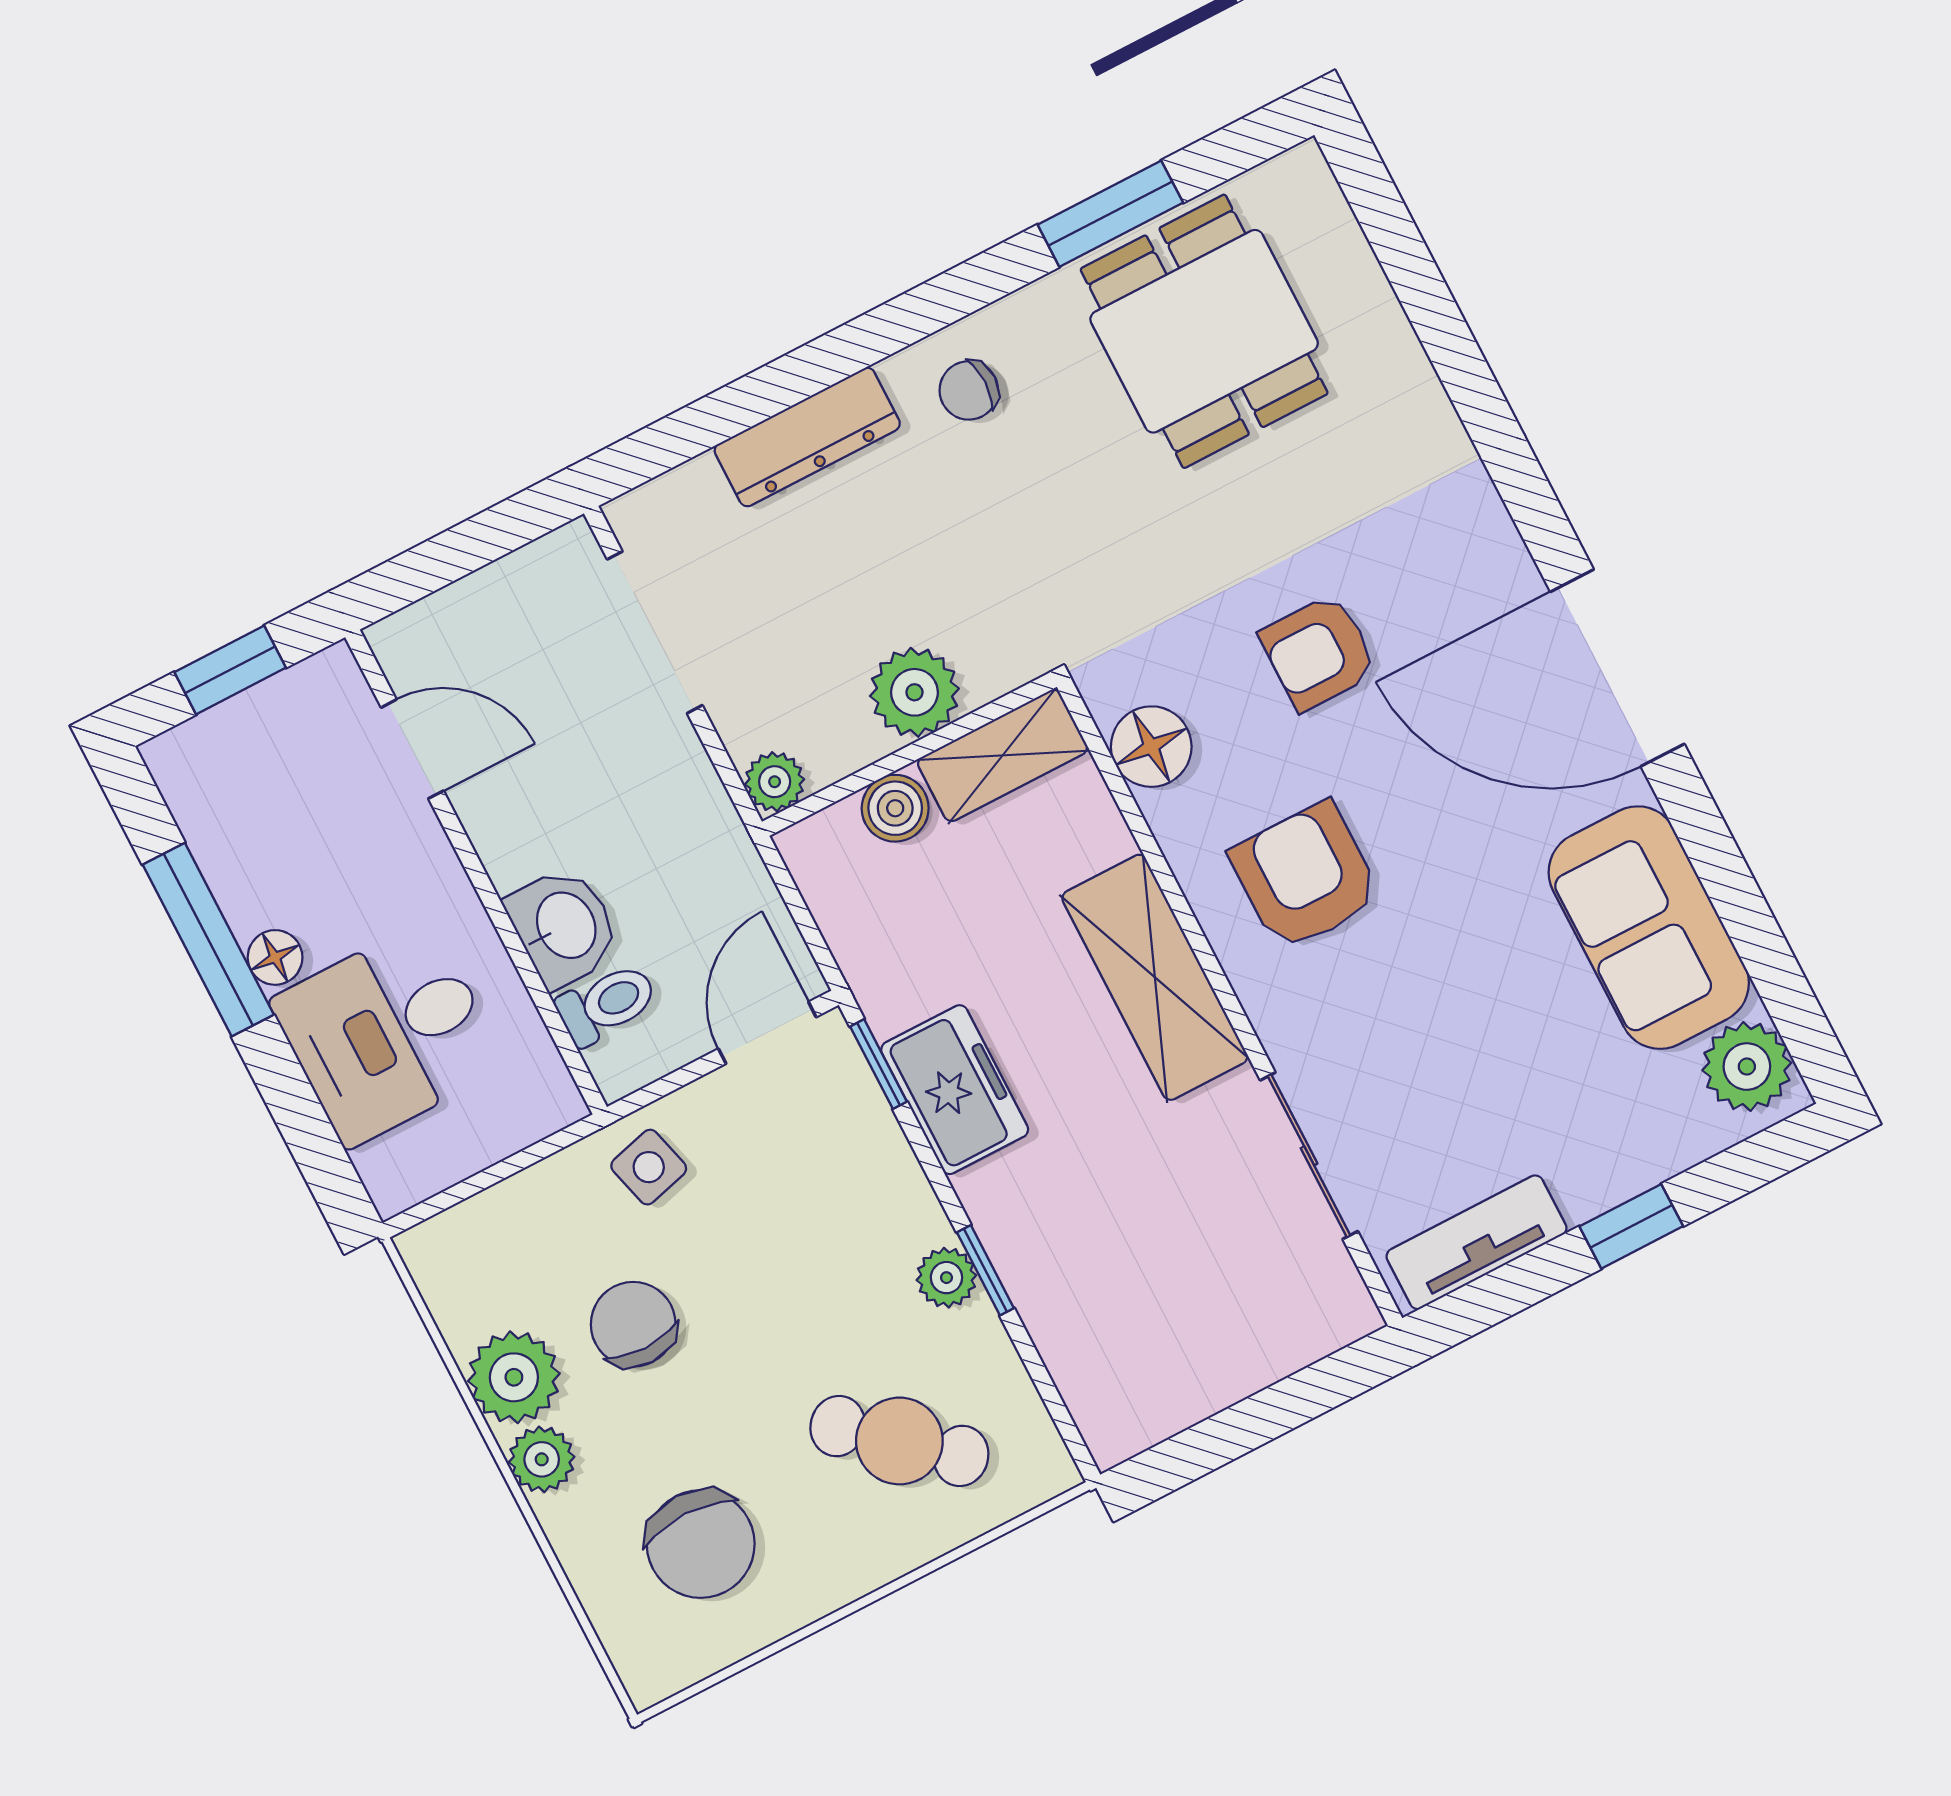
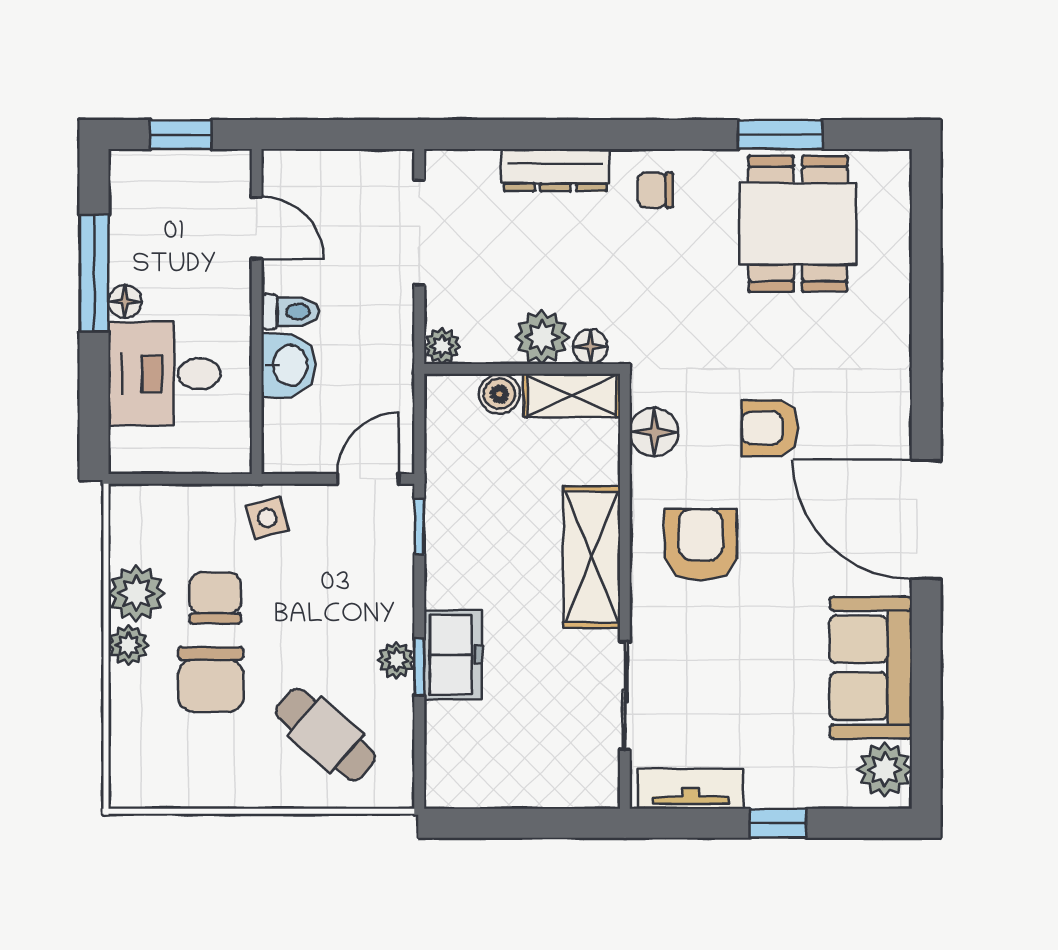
floor lamp: (993, 670) -> (590, 347), added
toilet: (607, 1004) -> (290, 312), moved
freezer: (955, 1090) -> (453, 655), moved
chair: (701, 1544) -> (211, 679), moved

